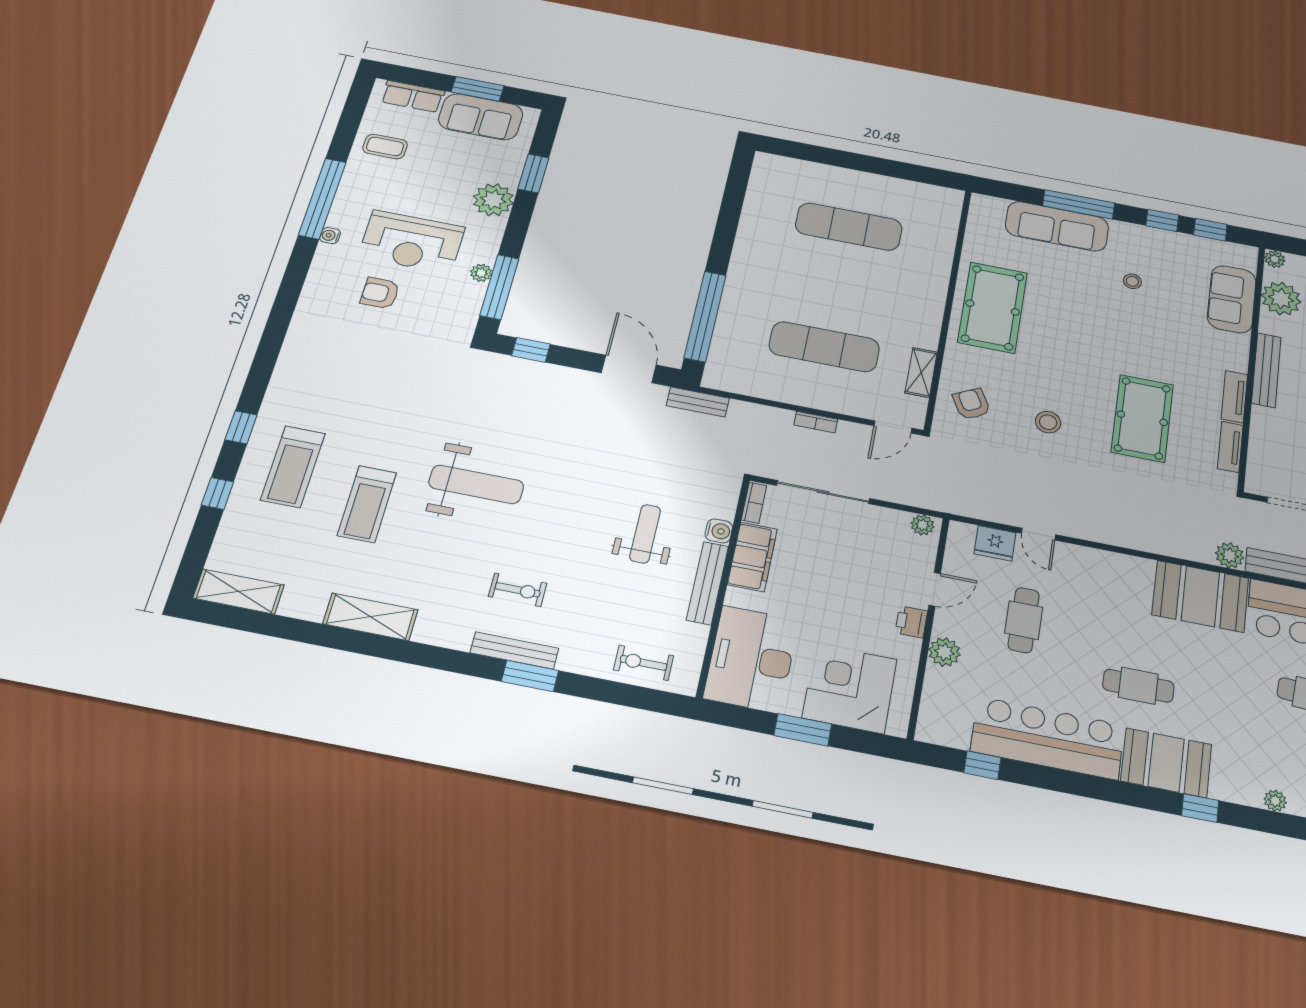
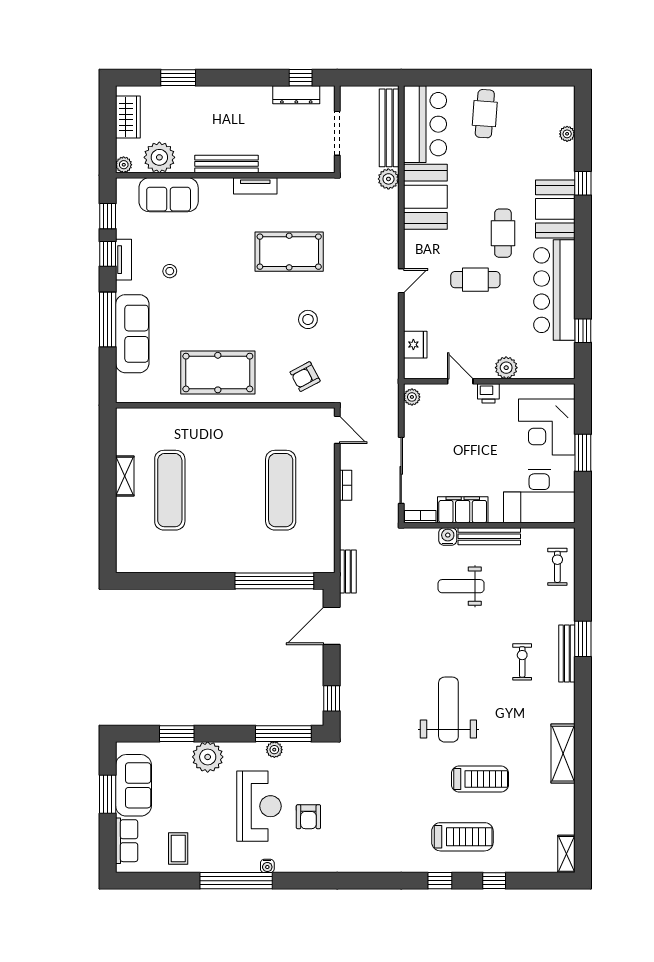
shelving: (921, 373) -> (125, 476), moved, turned 90
tv unit: (1230, 447) -> (123, 260), moved, turned -90
door: (1039, 534) -> (401, 281), moved
shelving: (239, 592) -> (566, 854), width x0.67, depth x0.75
cafe table: (1024, 620) -> (475, 280), moved
exercise bike: (644, 663) -> (557, 567), turned 180

